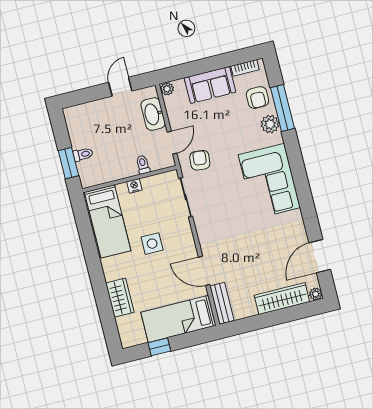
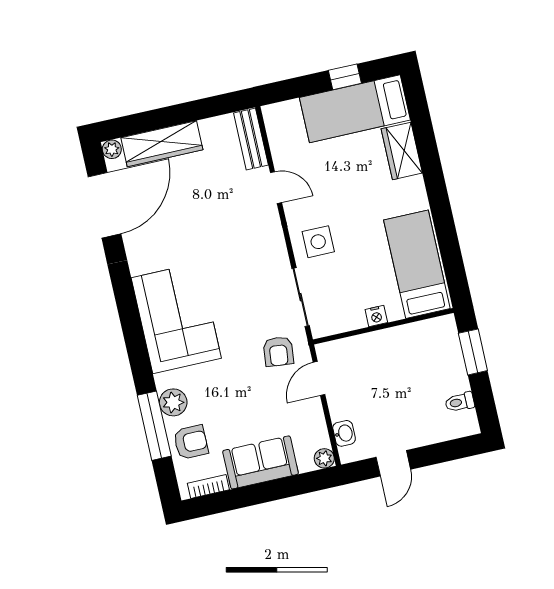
armchair: (257, 98) -> (191, 442), turned 90
washbasin: (153, 114) -> (344, 433), width x0.52, depth x0.69
toilet: (83, 154) -> (460, 402), moved
toilet: (143, 165) -> (363, 347), removed
side table: (152, 244) -> (318, 242), moved
door: (320, 256) -> (104, 205), width x1.36
door: (204, 271) -> (276, 188), width x0.73
bed: (178, 319) -> (355, 109), moved, turned 180

